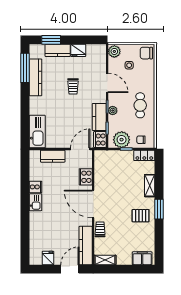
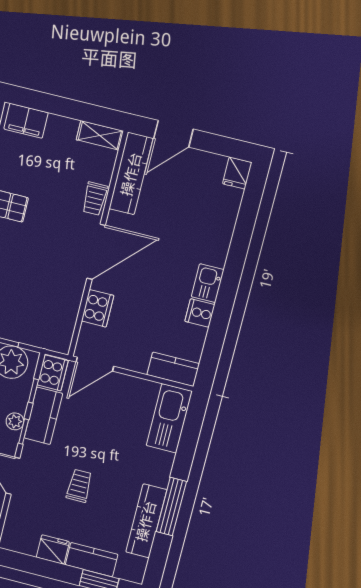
window: (25, 68) -> (171, 507), moved
kitchen counter: (53, 156) -> (173, 369), moved
door: (93, 204) -> (96, 252), hinge flipped
fridge: (48, 258) -> (237, 173), moved

